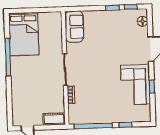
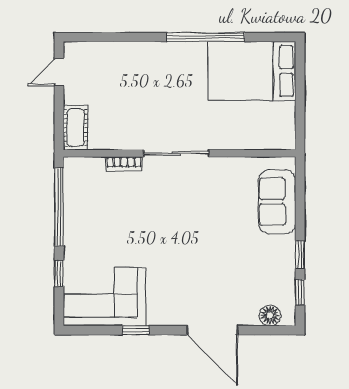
sofa: (74, 27) -> (277, 202), moved, turned 90
corner sofa: (135, 85) -> (104, 297), moved

